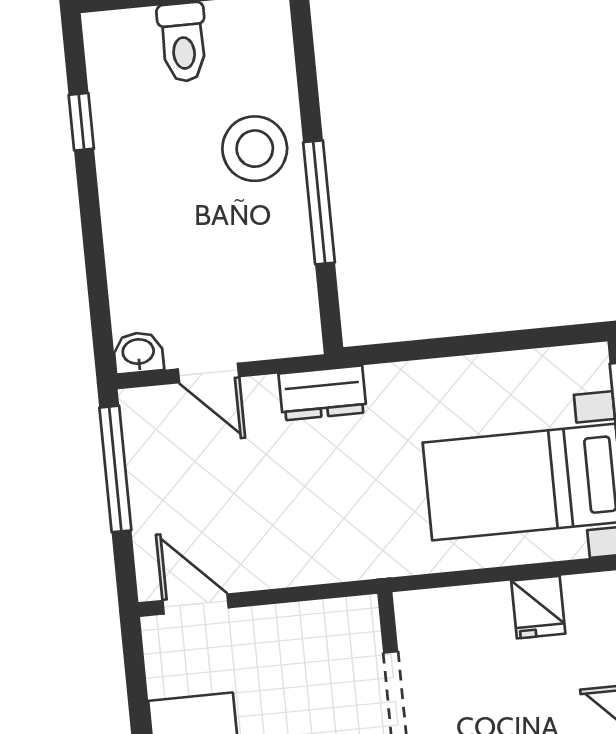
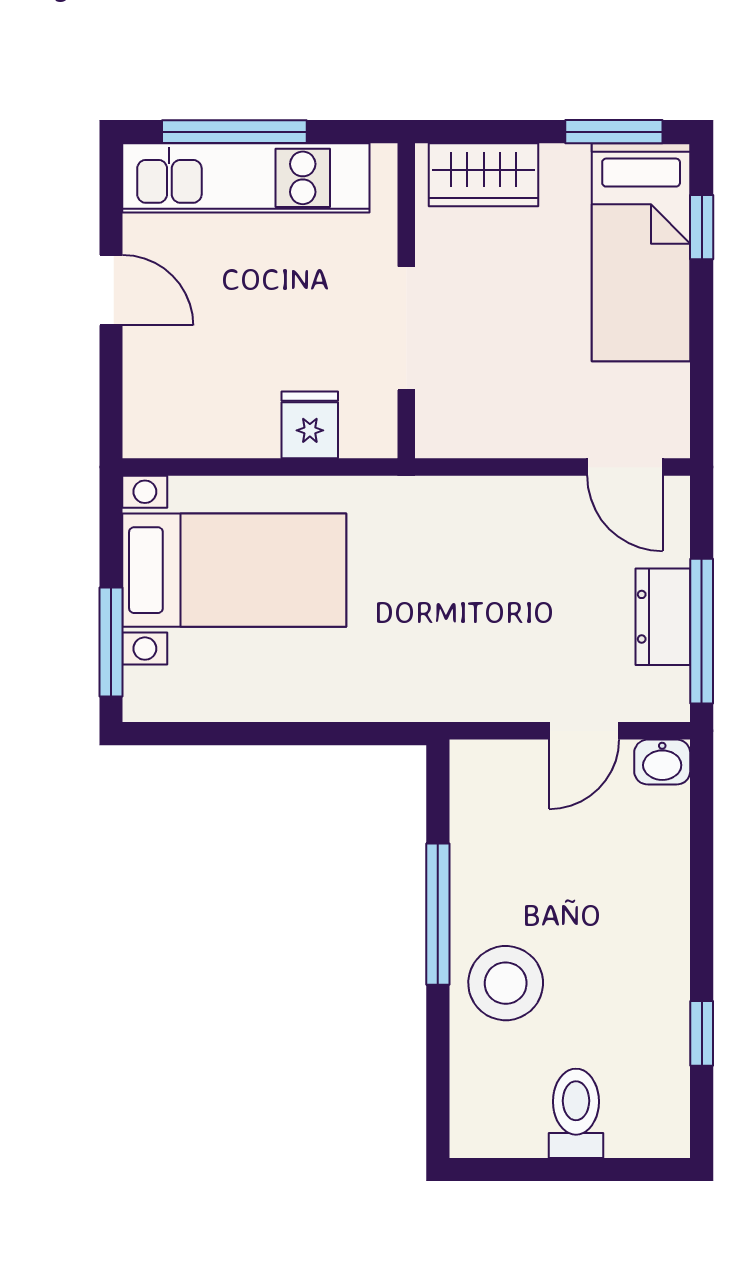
door: (208, 373) -> (584, 731), swing flipped
dresser: (323, 393) -> (663, 617), moved, turned -90
fridge: (538, 607) -> (310, 425), moved

